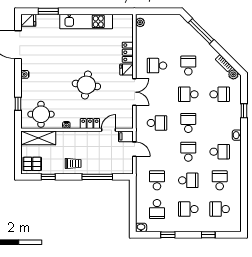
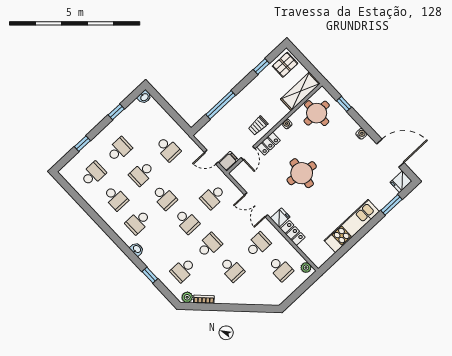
window: (201, 31) -> (248, 308), removed
trolley: (73, 163) -> (258, 126), moved
school desk: (157, 209) -> (280, 269), moved, turned 180

